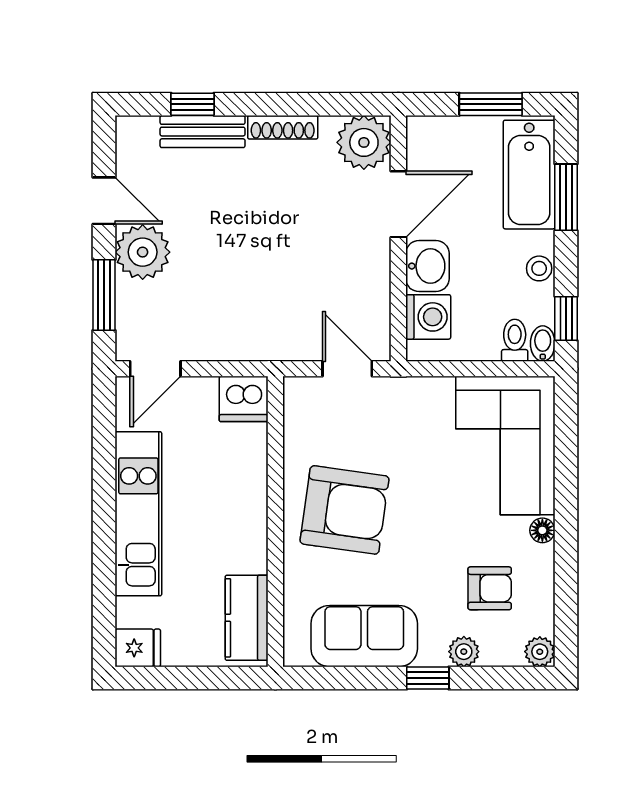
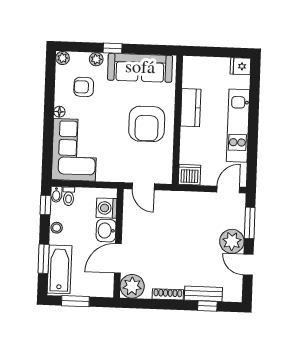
armchair: (344, 510) -> (147, 124), turned -98
kitchen counter: (247, 618) -> (191, 108), moved
sofa: (364, 636) -> (140, 68), width x1.36

